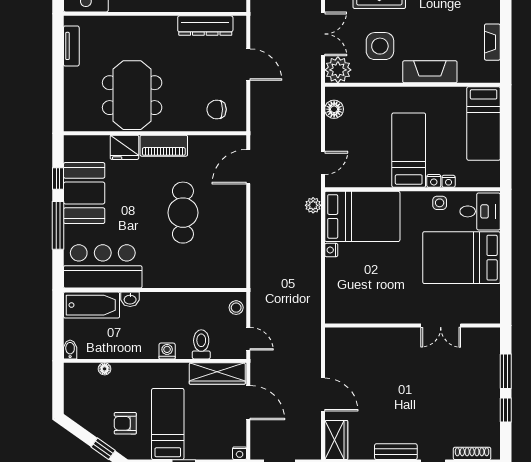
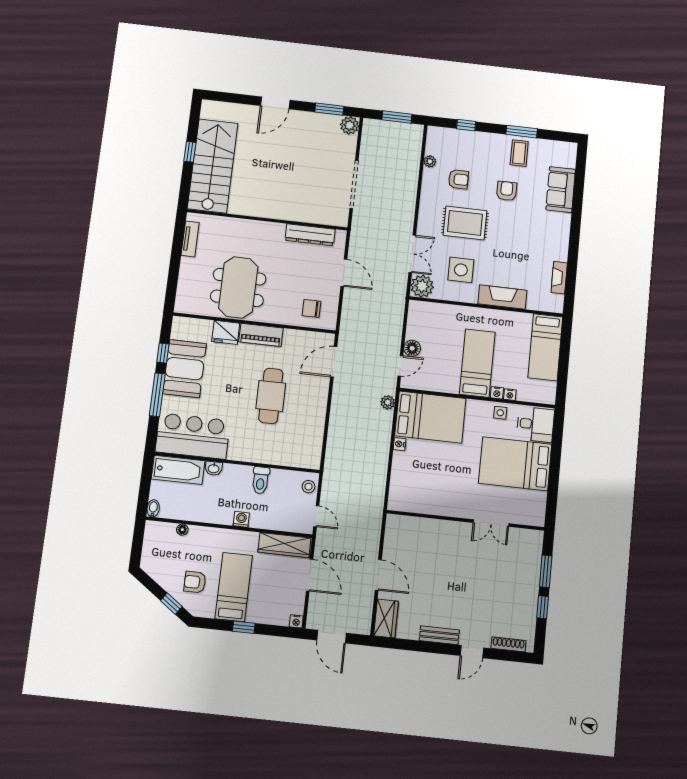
floor lamp: (334, 109) -> (412, 348), moved
toilet: (201, 344) -> (261, 480), moved, turned 180

